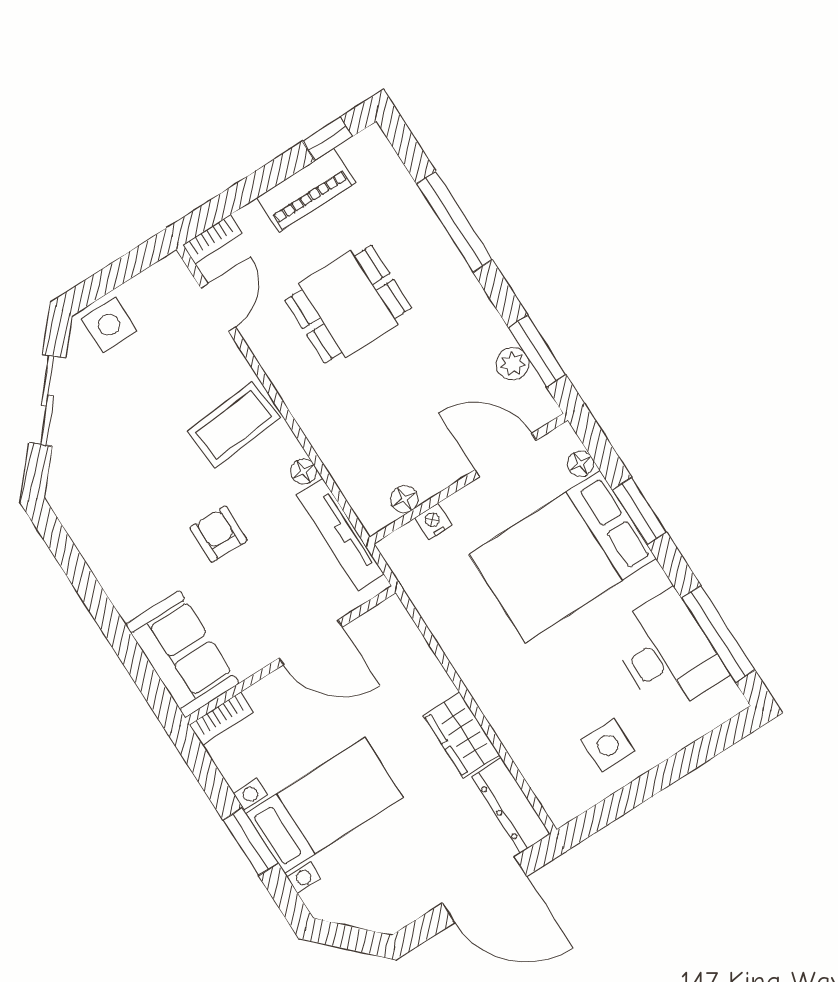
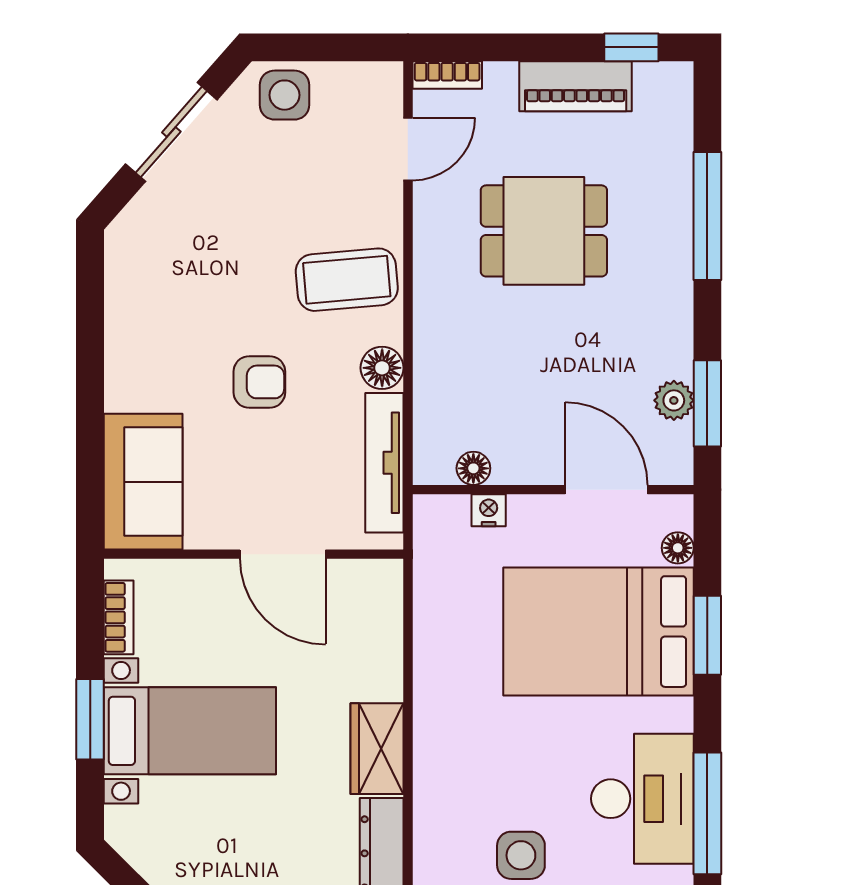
floor lamp: (303, 472) -> (382, 368), width x1.37, depth x1.37
armchair: (218, 534) -> (259, 382), turned 89
bookcase: (221, 719) -> (119, 617), moved, turned -90

